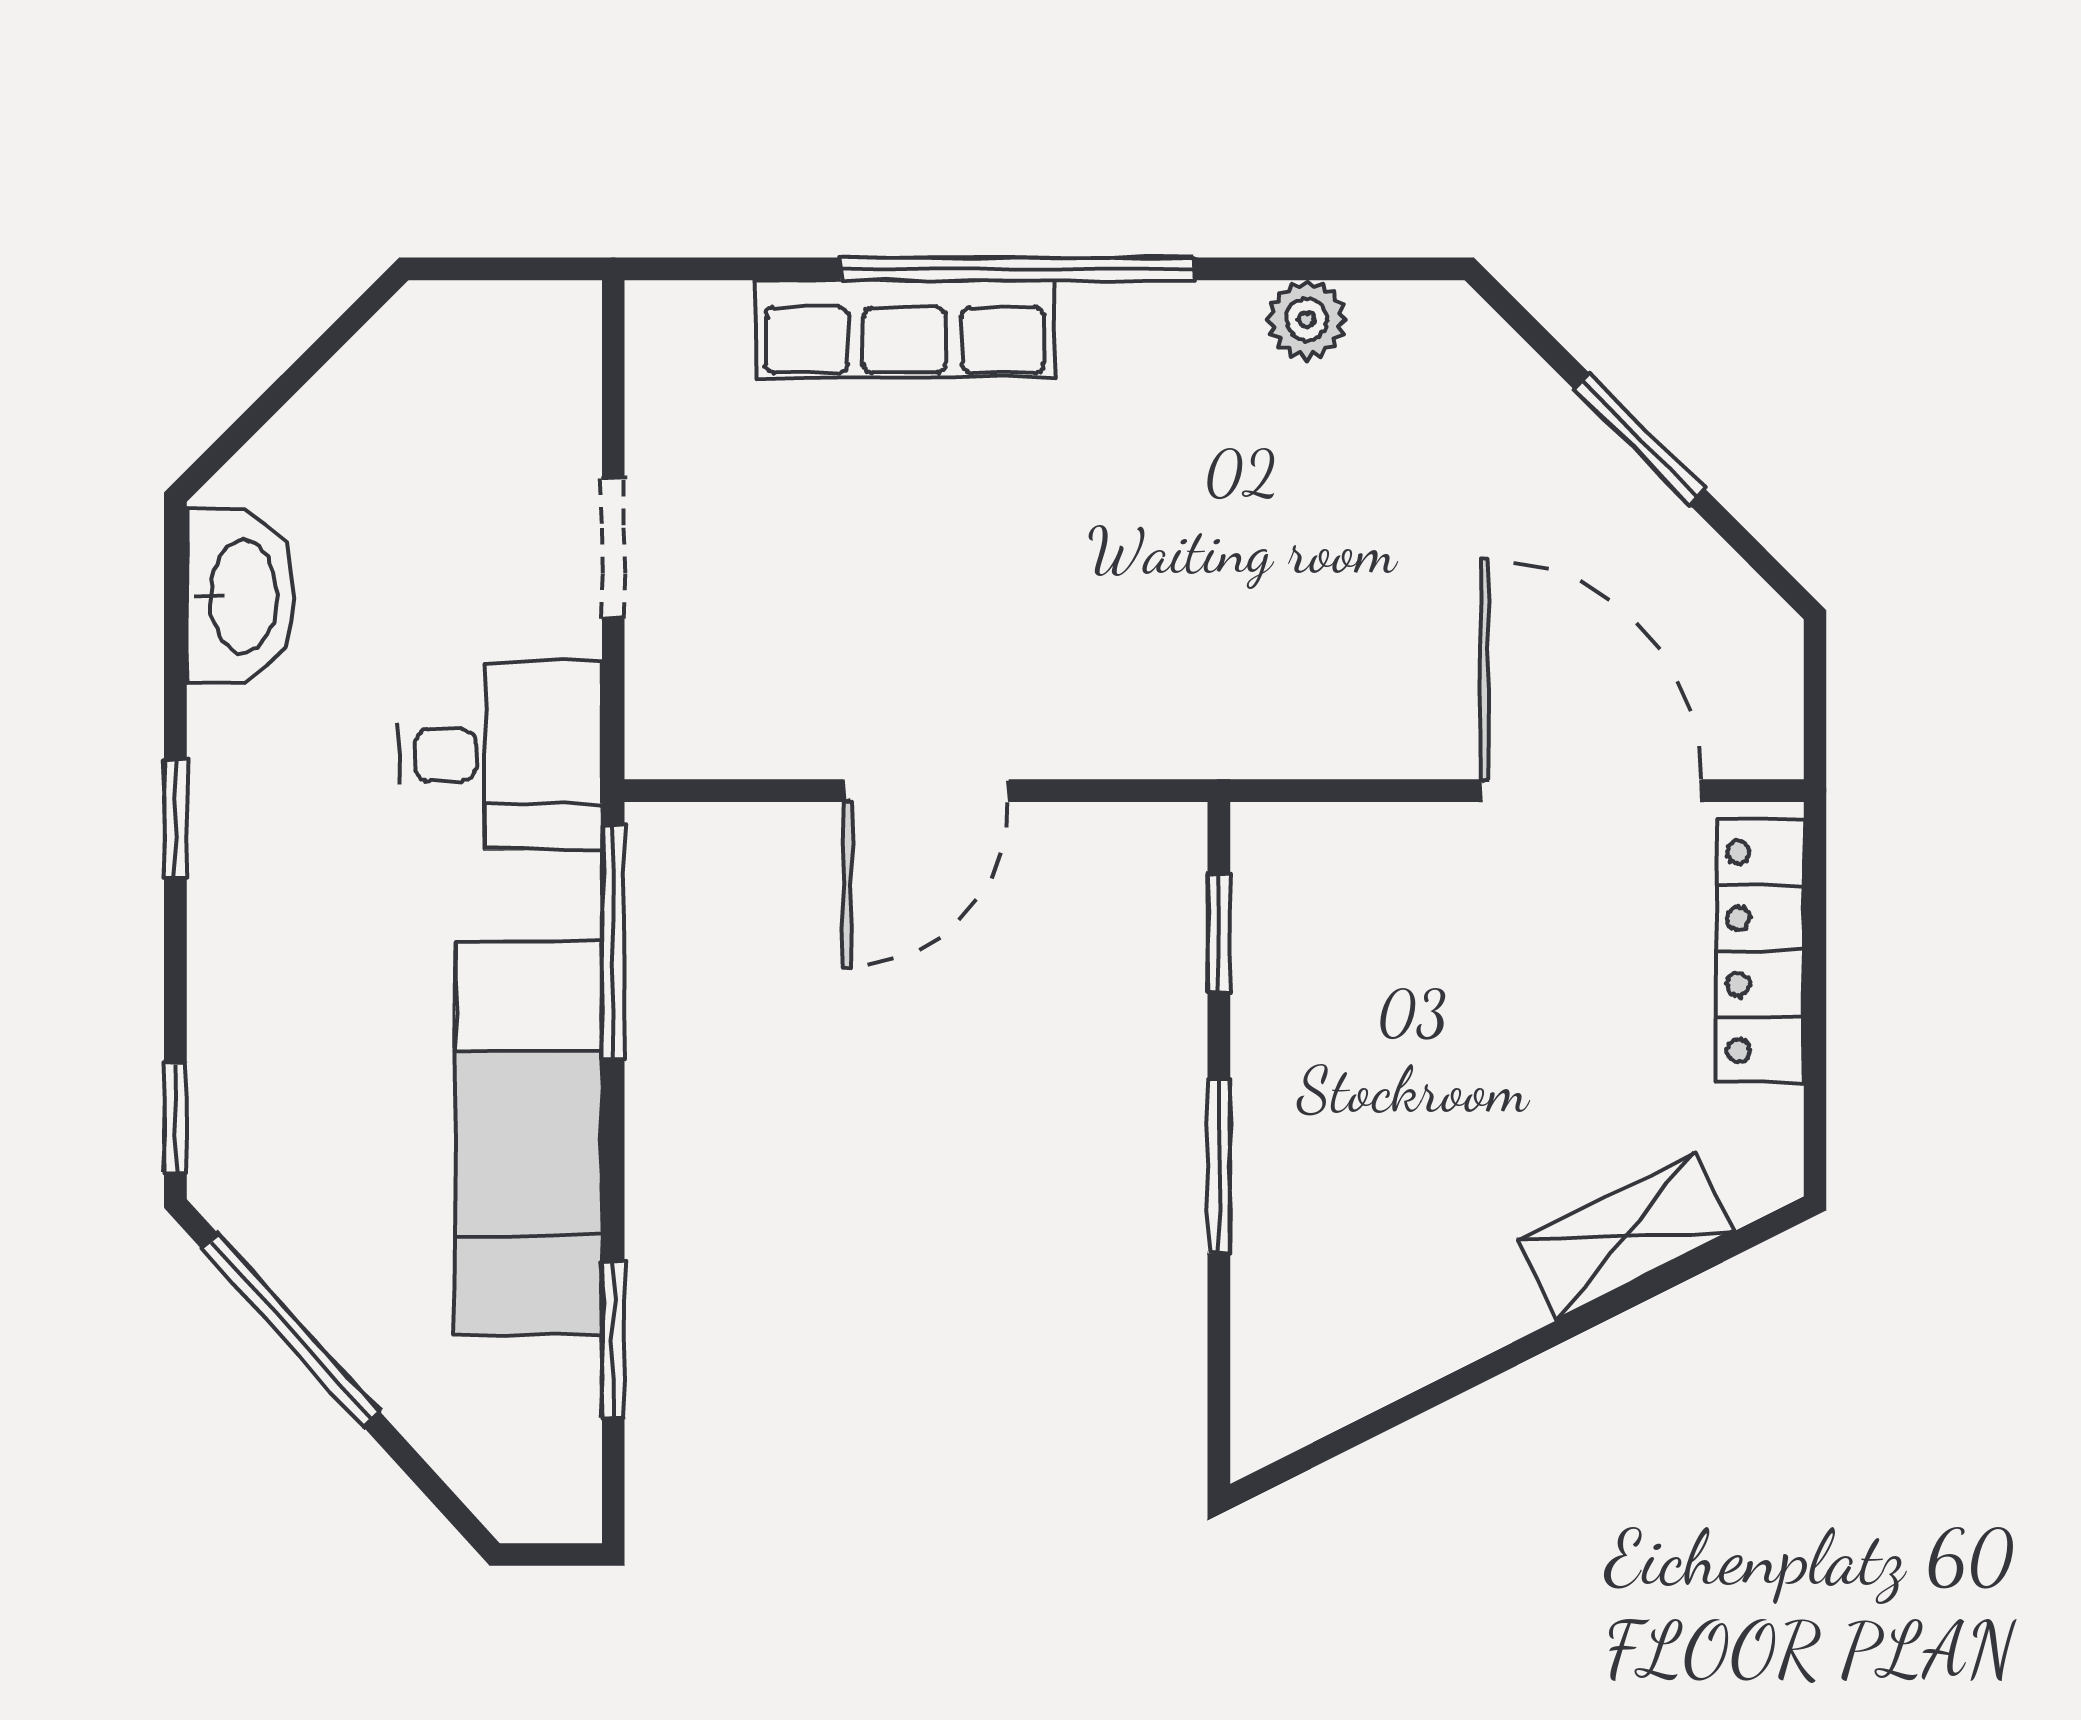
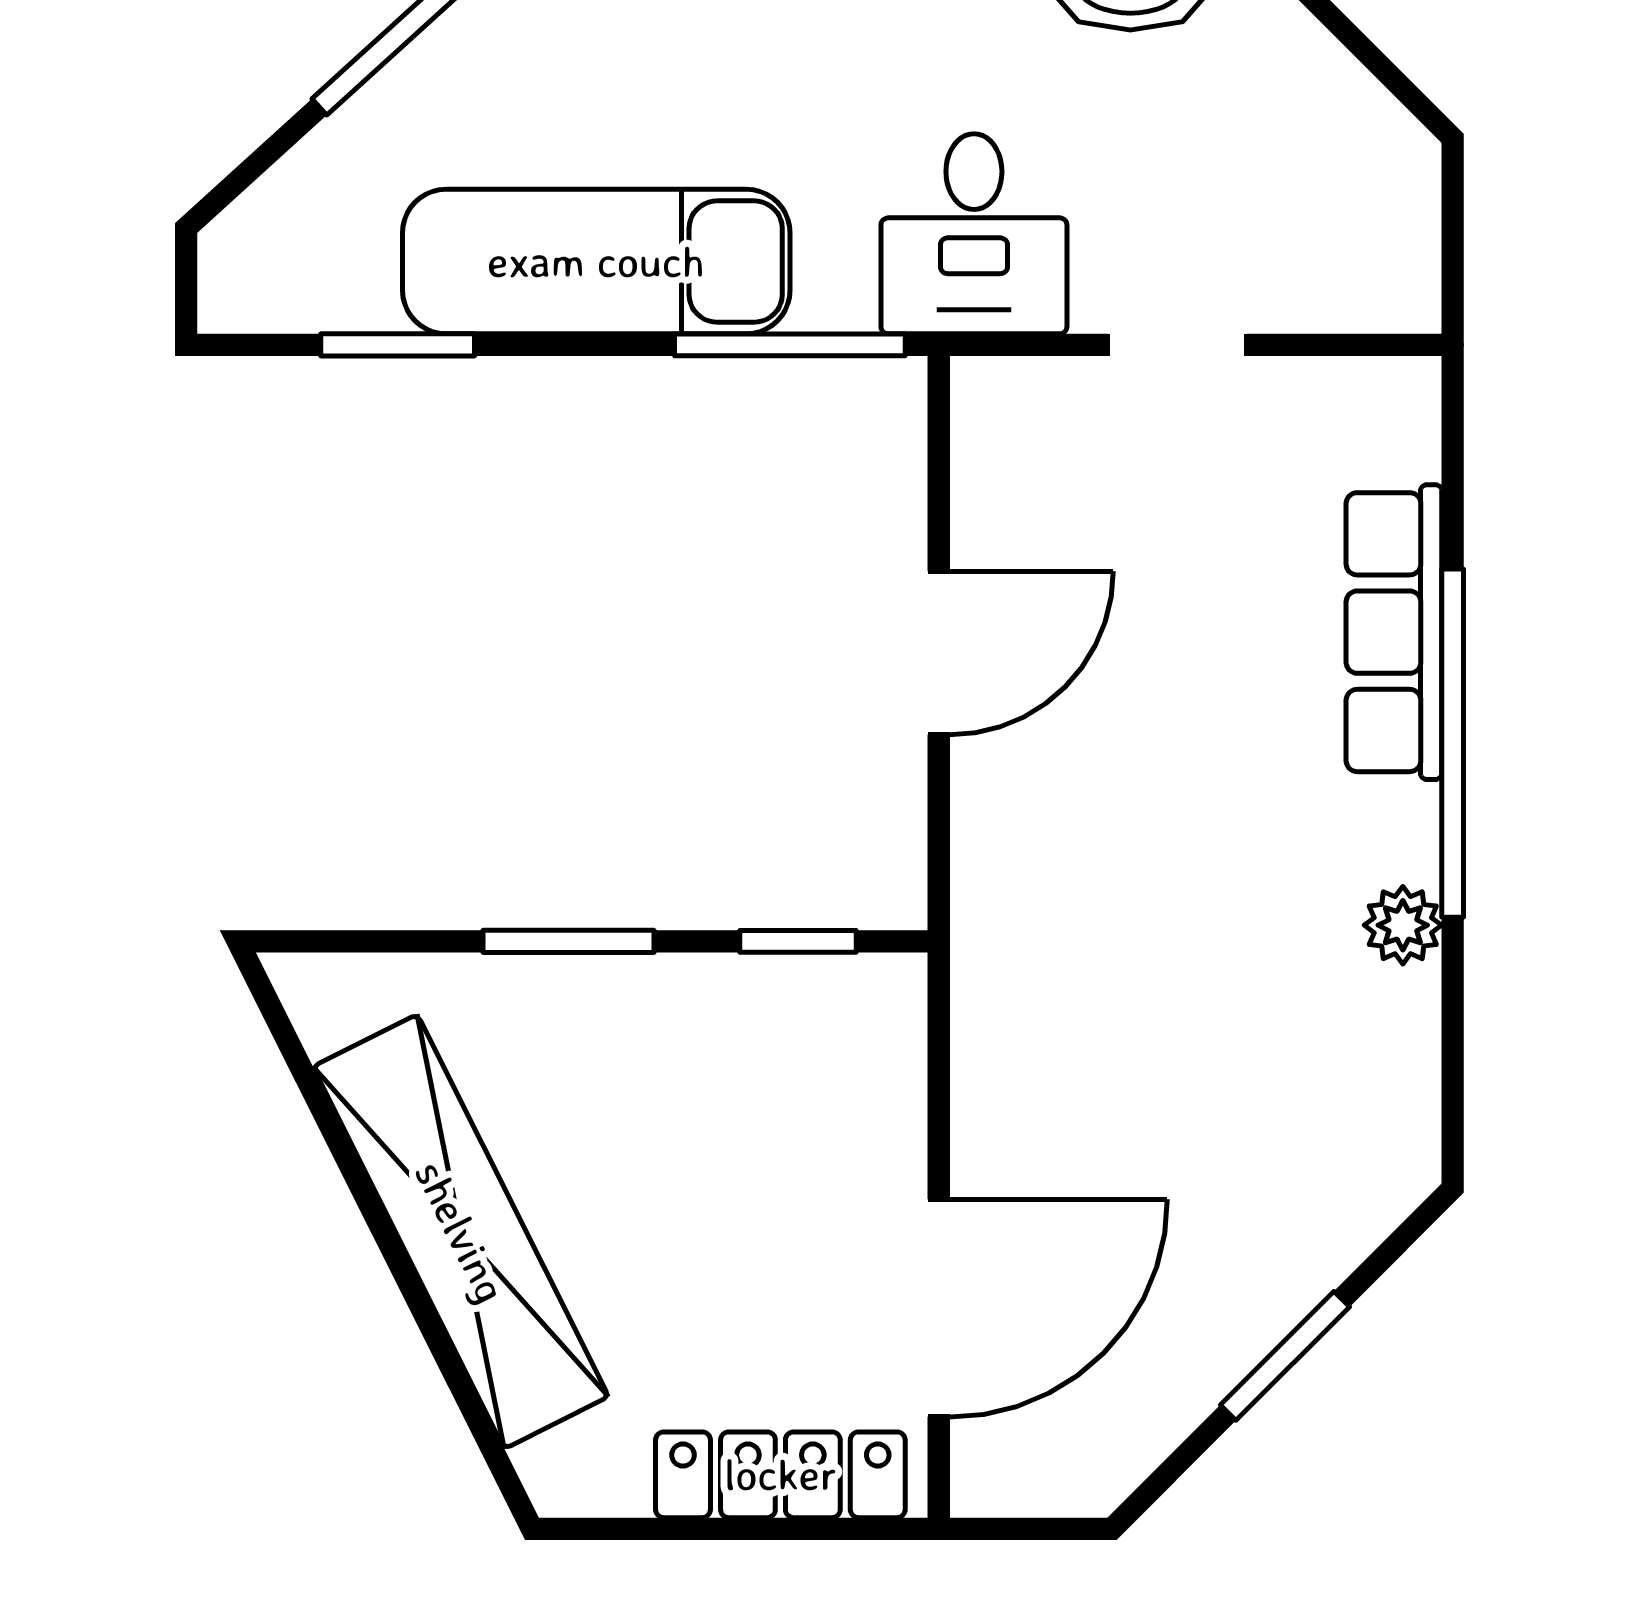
plant: (1307, 319) -> (1403, 925), moved
door: (926, 791) -> (939, 653), swing flipped
shelving: (1626, 1236) -> (461, 1232), width x2.20, depth x1.33

